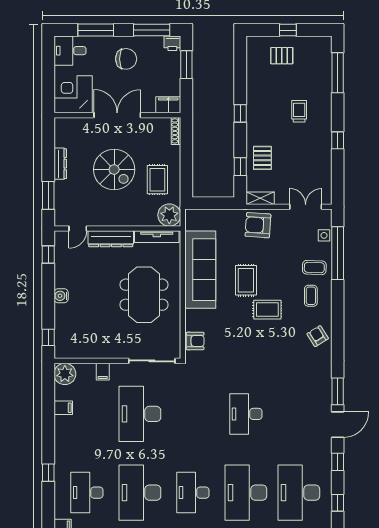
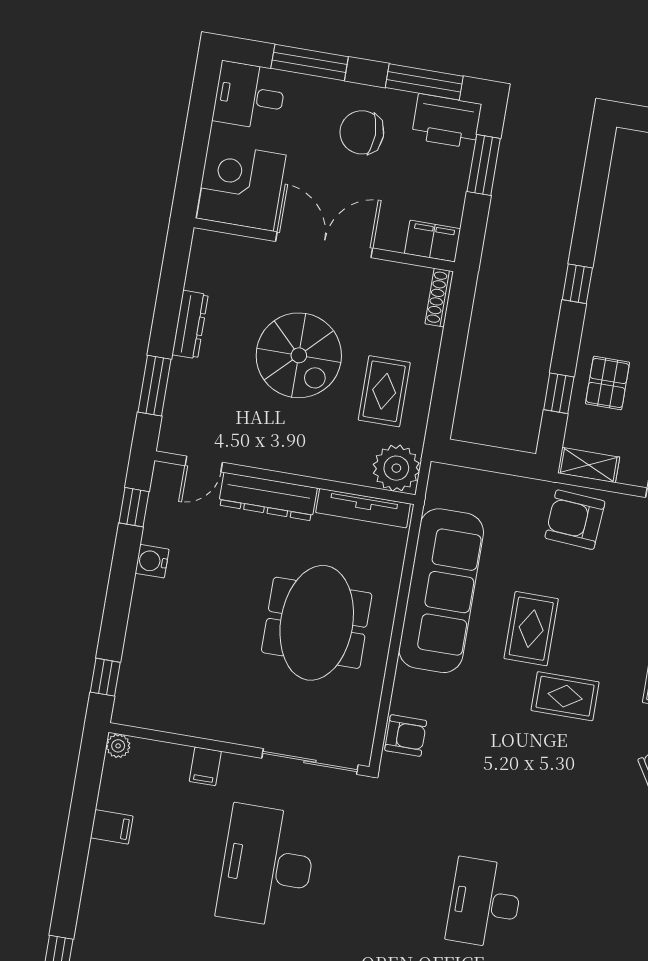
printer: (172, 43) -> (446, 121), width x1.87, depth x1.48
chair: (126, 59) -> (362, 132), turned 180
water cooler: (61, 296) -> (152, 561), moved
plant: (65, 374) -> (118, 746), width x0.53, depth x0.53

